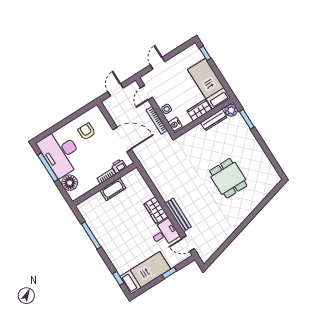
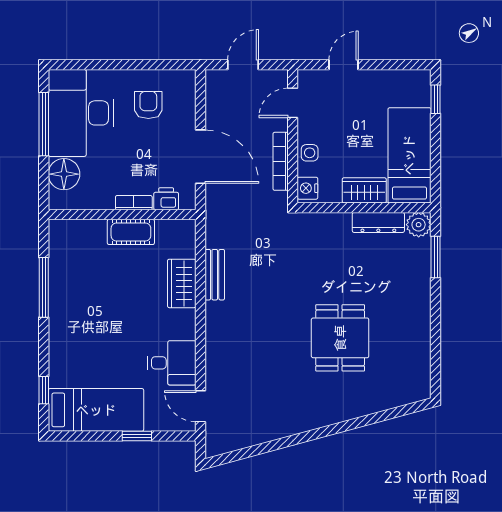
wardrobe: (156, 210) -> (182, 283), moved
bench: (178, 215) -> (215, 275), moved, width x0.73

